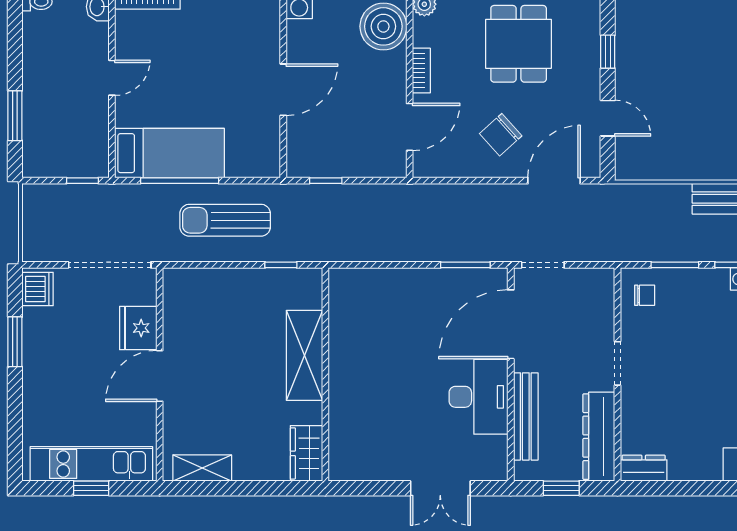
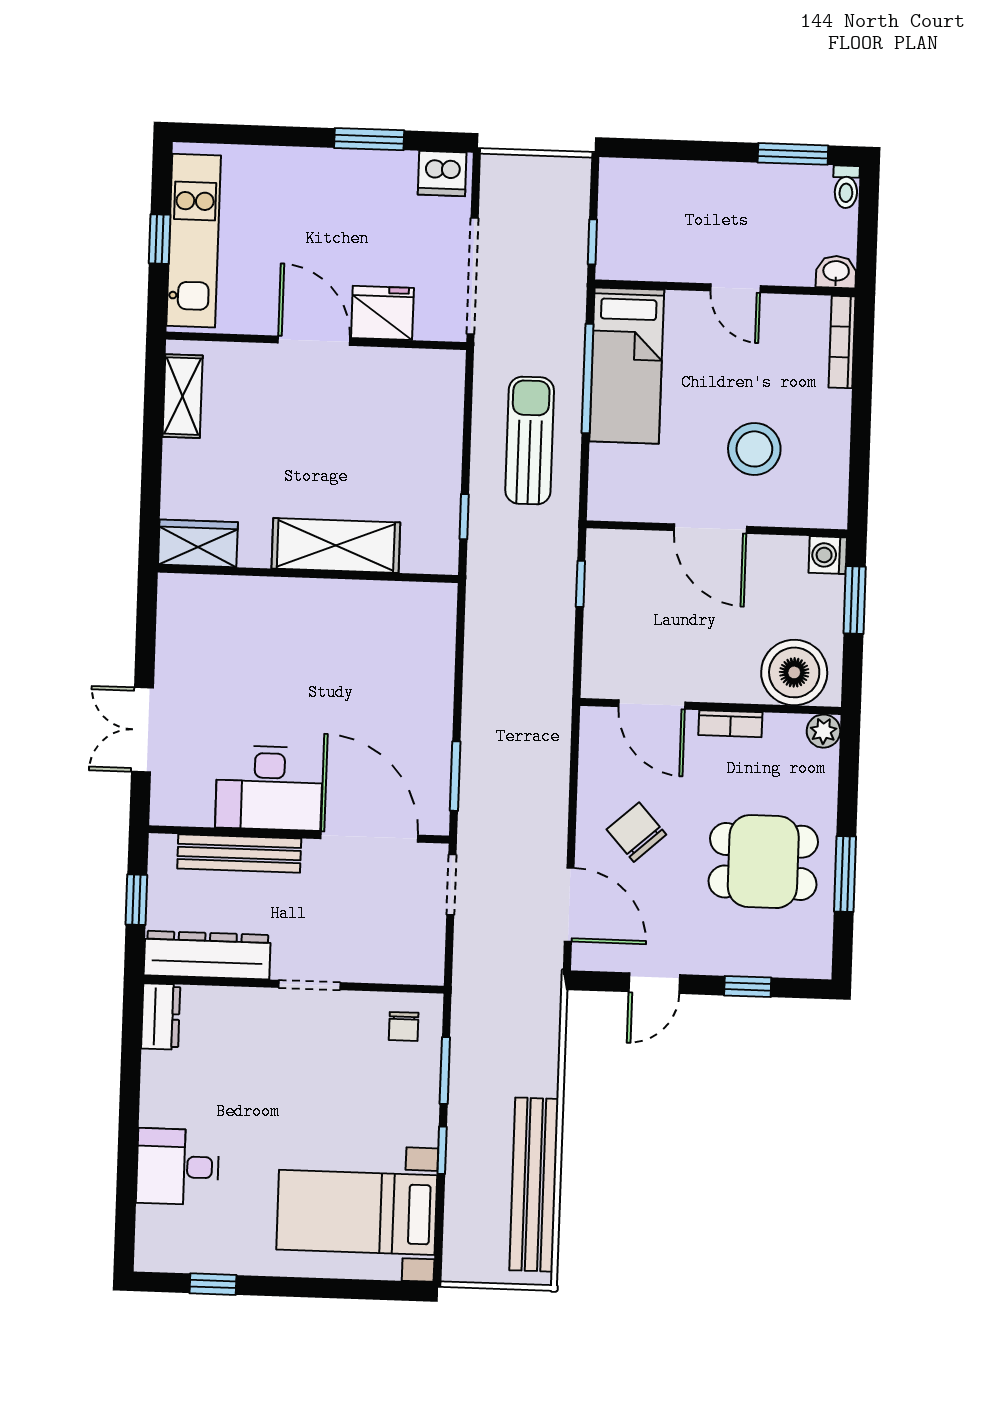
stool: (226, 60) -> (754, 449), added
window: (15, 116) -> (793, 154), moved

